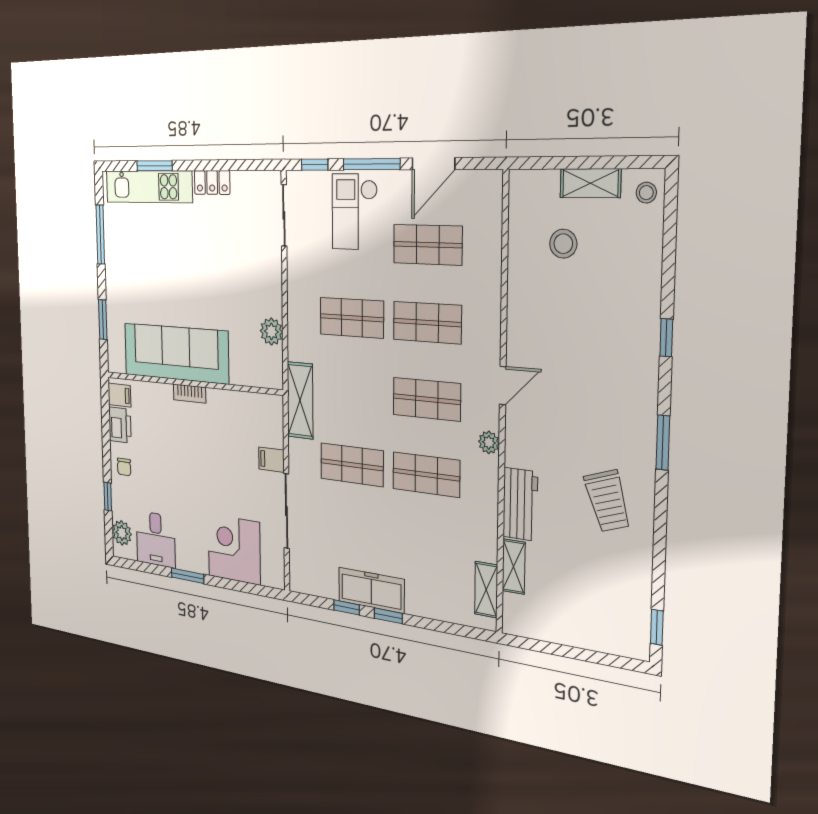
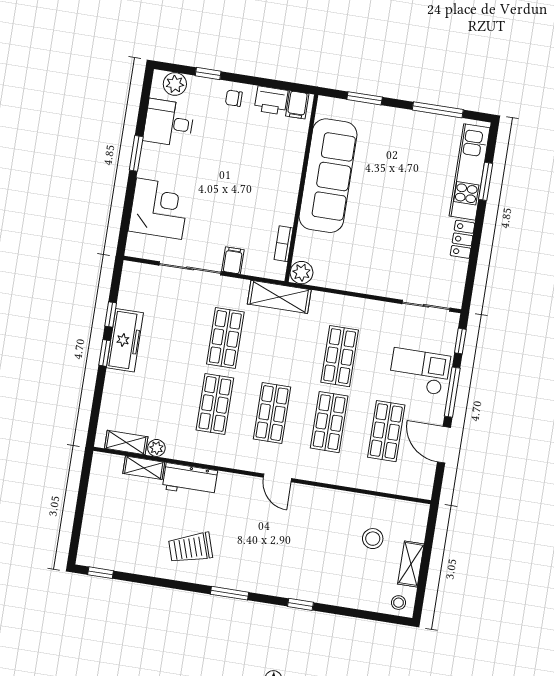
plant: (271, 332) -> (302, 273), moved
bookcase: (190, 394) -> (284, 244), moved
plant: (489, 442) -> (156, 448), moved

